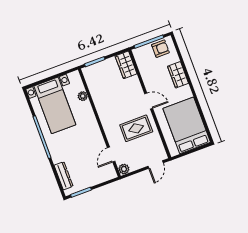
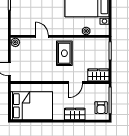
door: (149, 101) -> (75, 83), moved
rug: (136, 128) -> (64, 53), moved
door: (111, 154) -> (42, 36), moved

